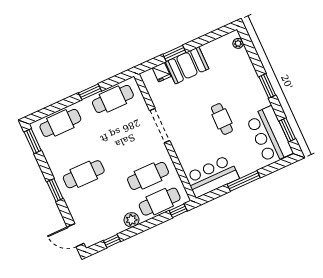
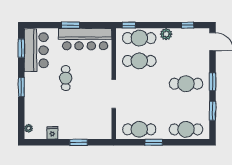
booth: (187, 65) -> (73, 129), removed
fridge: (161, 72) -> (52, 133), moved
window: (33, 141) -> (212, 111), moved
bar counter: (212, 176) -> (85, 39), width x1.36
window: (244, 181) -> (70, 25), width x0.69

